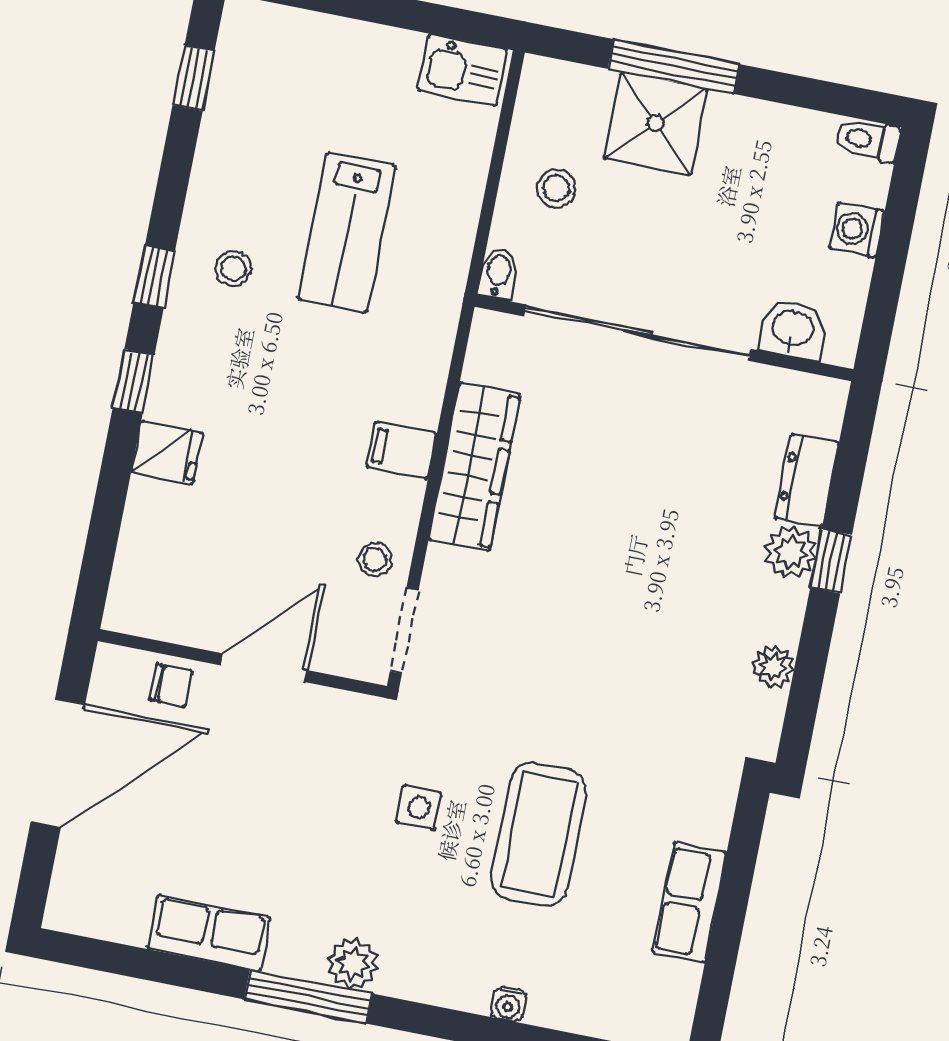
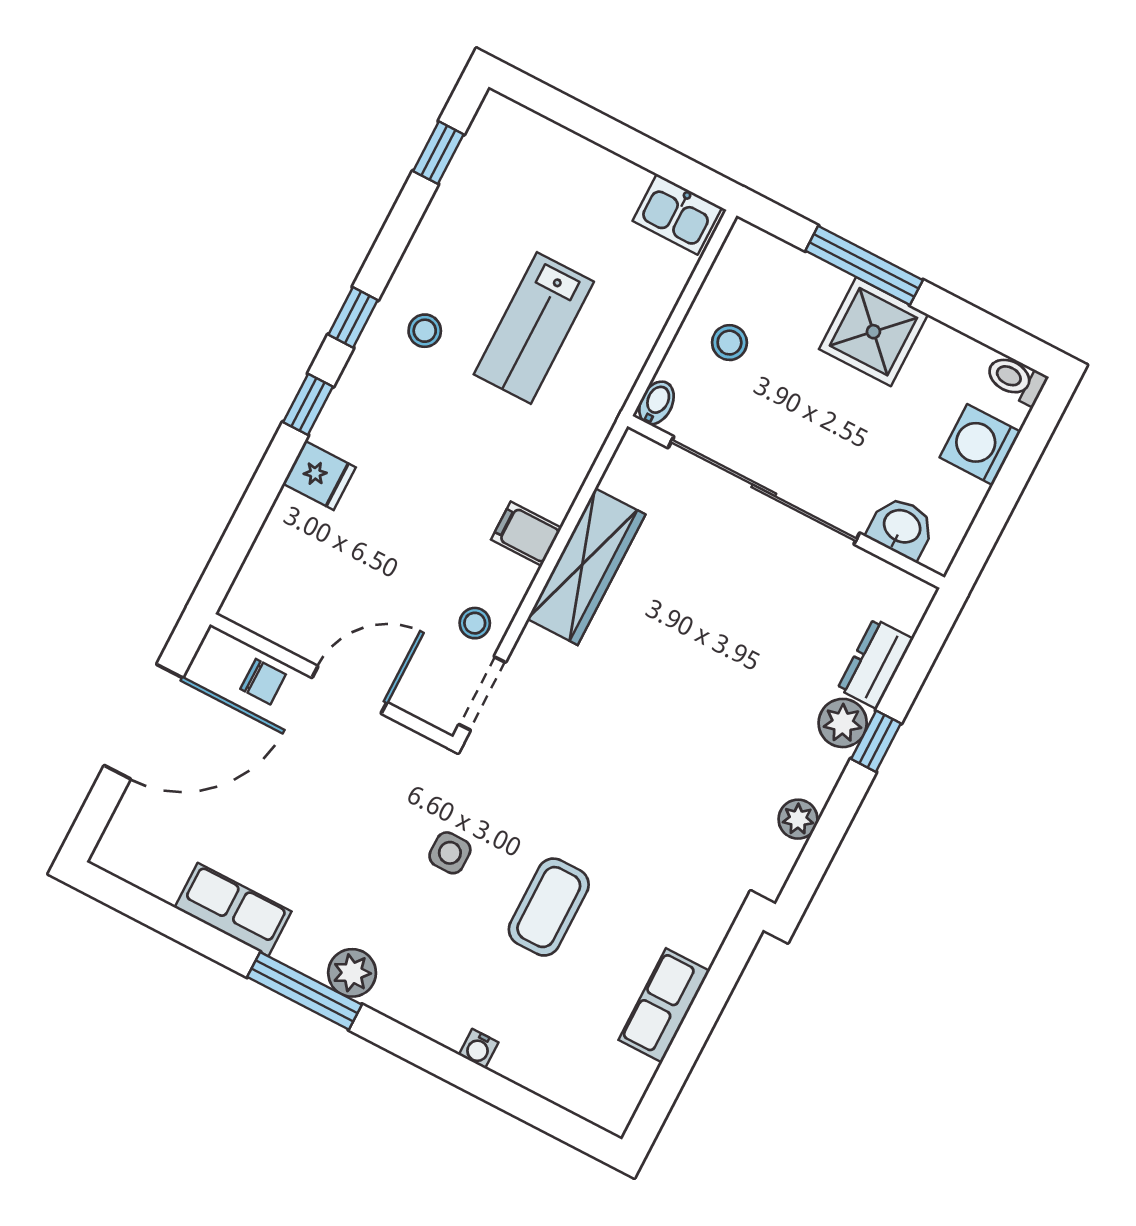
shower: (655, 123) -> (873, 332), moved
washing machine: (857, 229) -> (980, 445), width x1.38, depth x1.38
coffee table: (539, 834) -> (549, 907), width x0.73, depth x0.76

